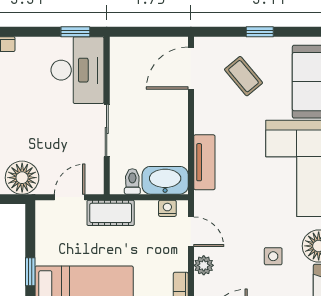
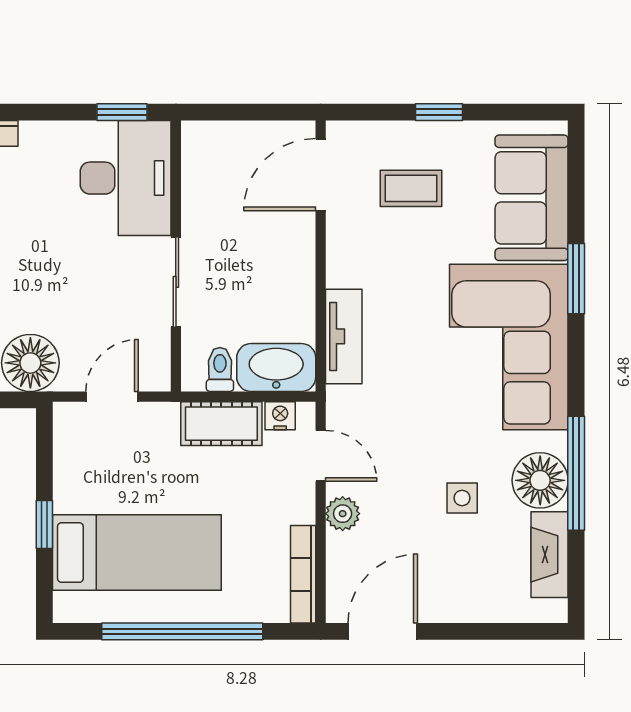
coffee table: (243, 76) -> (411, 188), turned -50
cot: (111, 213) -> (221, 424), moved

